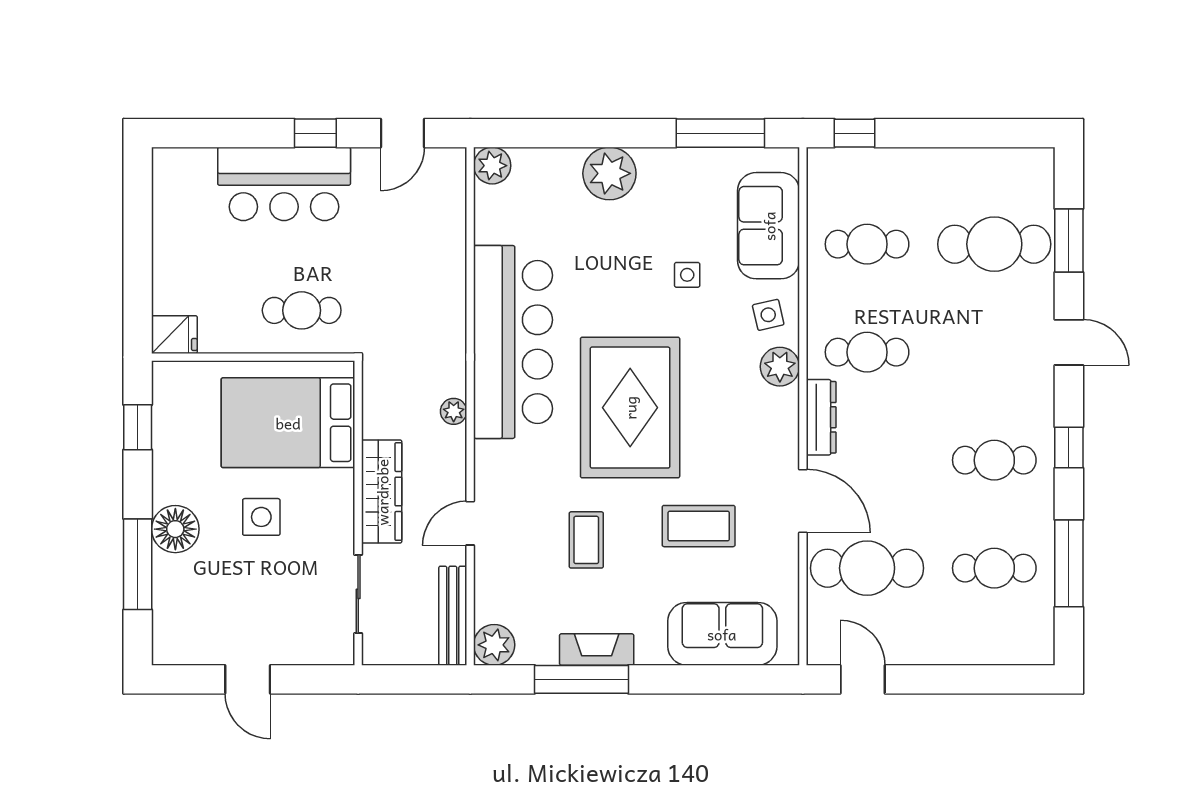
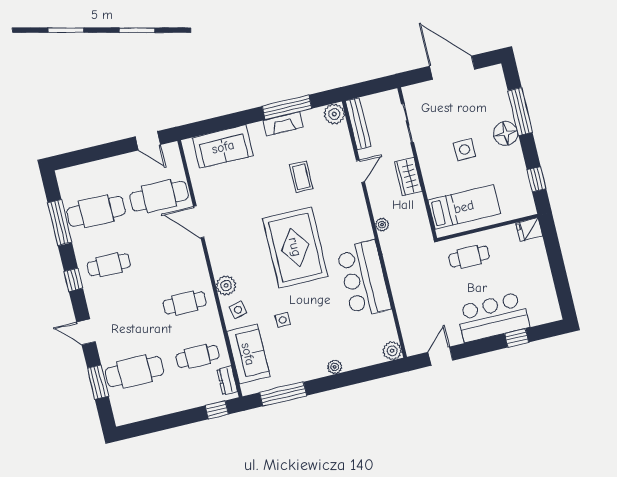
window: (315, 133) -> (517, 338), moved
plant: (609, 173) -> (335, 367), width x0.53, depth x0.53
bar counter: (513, 342) -> (364, 279), width x0.73
dresser: (821, 417) -> (227, 381), moved, width x0.70
bed: (288, 423) -> (464, 207), width x0.67
wardrobe: (382, 492) -> (408, 176), width x0.67
coffee table: (699, 526) -> (247, 197), removed
cafe table: (994, 568) -> (96, 211), width x1.37, depth x1.35
door: (248, 679) -> (452, 68), width x1.88

